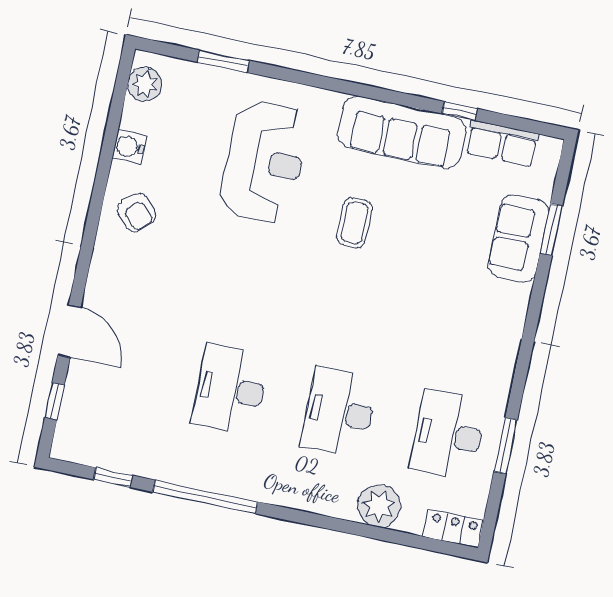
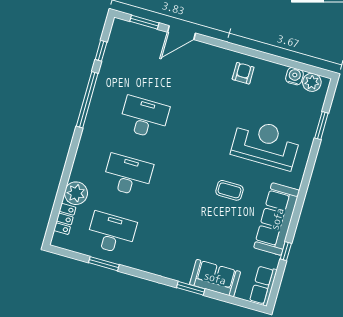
row of seats: (502, 143) -> (263, 286), moved
water cooler: (129, 147) -> (294, 76), moved
reception desk: (264, 162) -> (266, 144), turned 180
armchair: (137, 212) -> (243, 73), turned 133
window: (551, 229) -> (191, 288), moved
window: (55, 401) -> (144, 22), width x1.50
locker: (454, 529) -> (65, 219), moved

